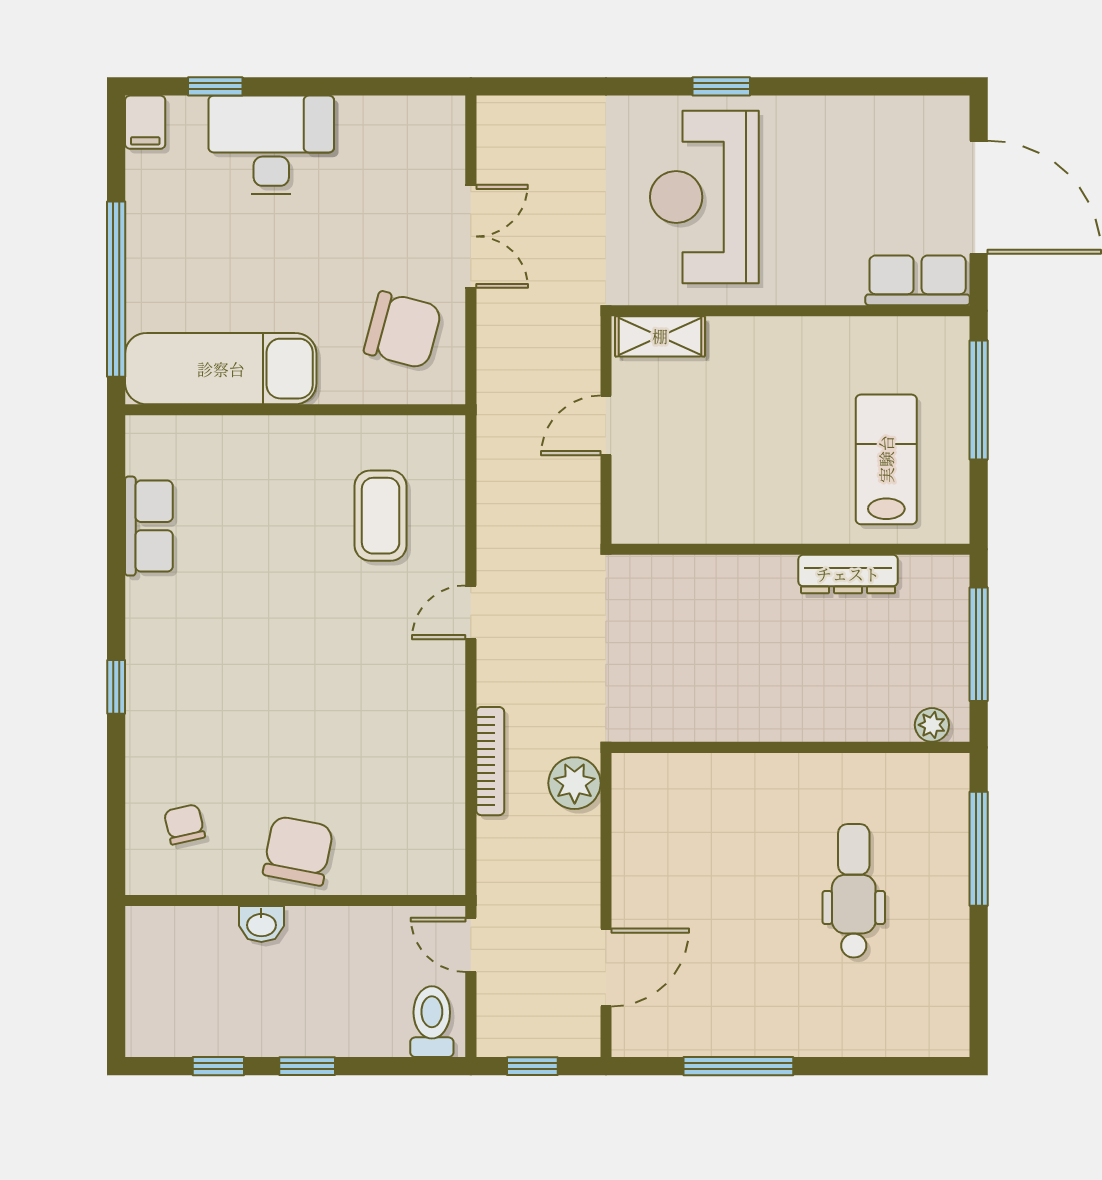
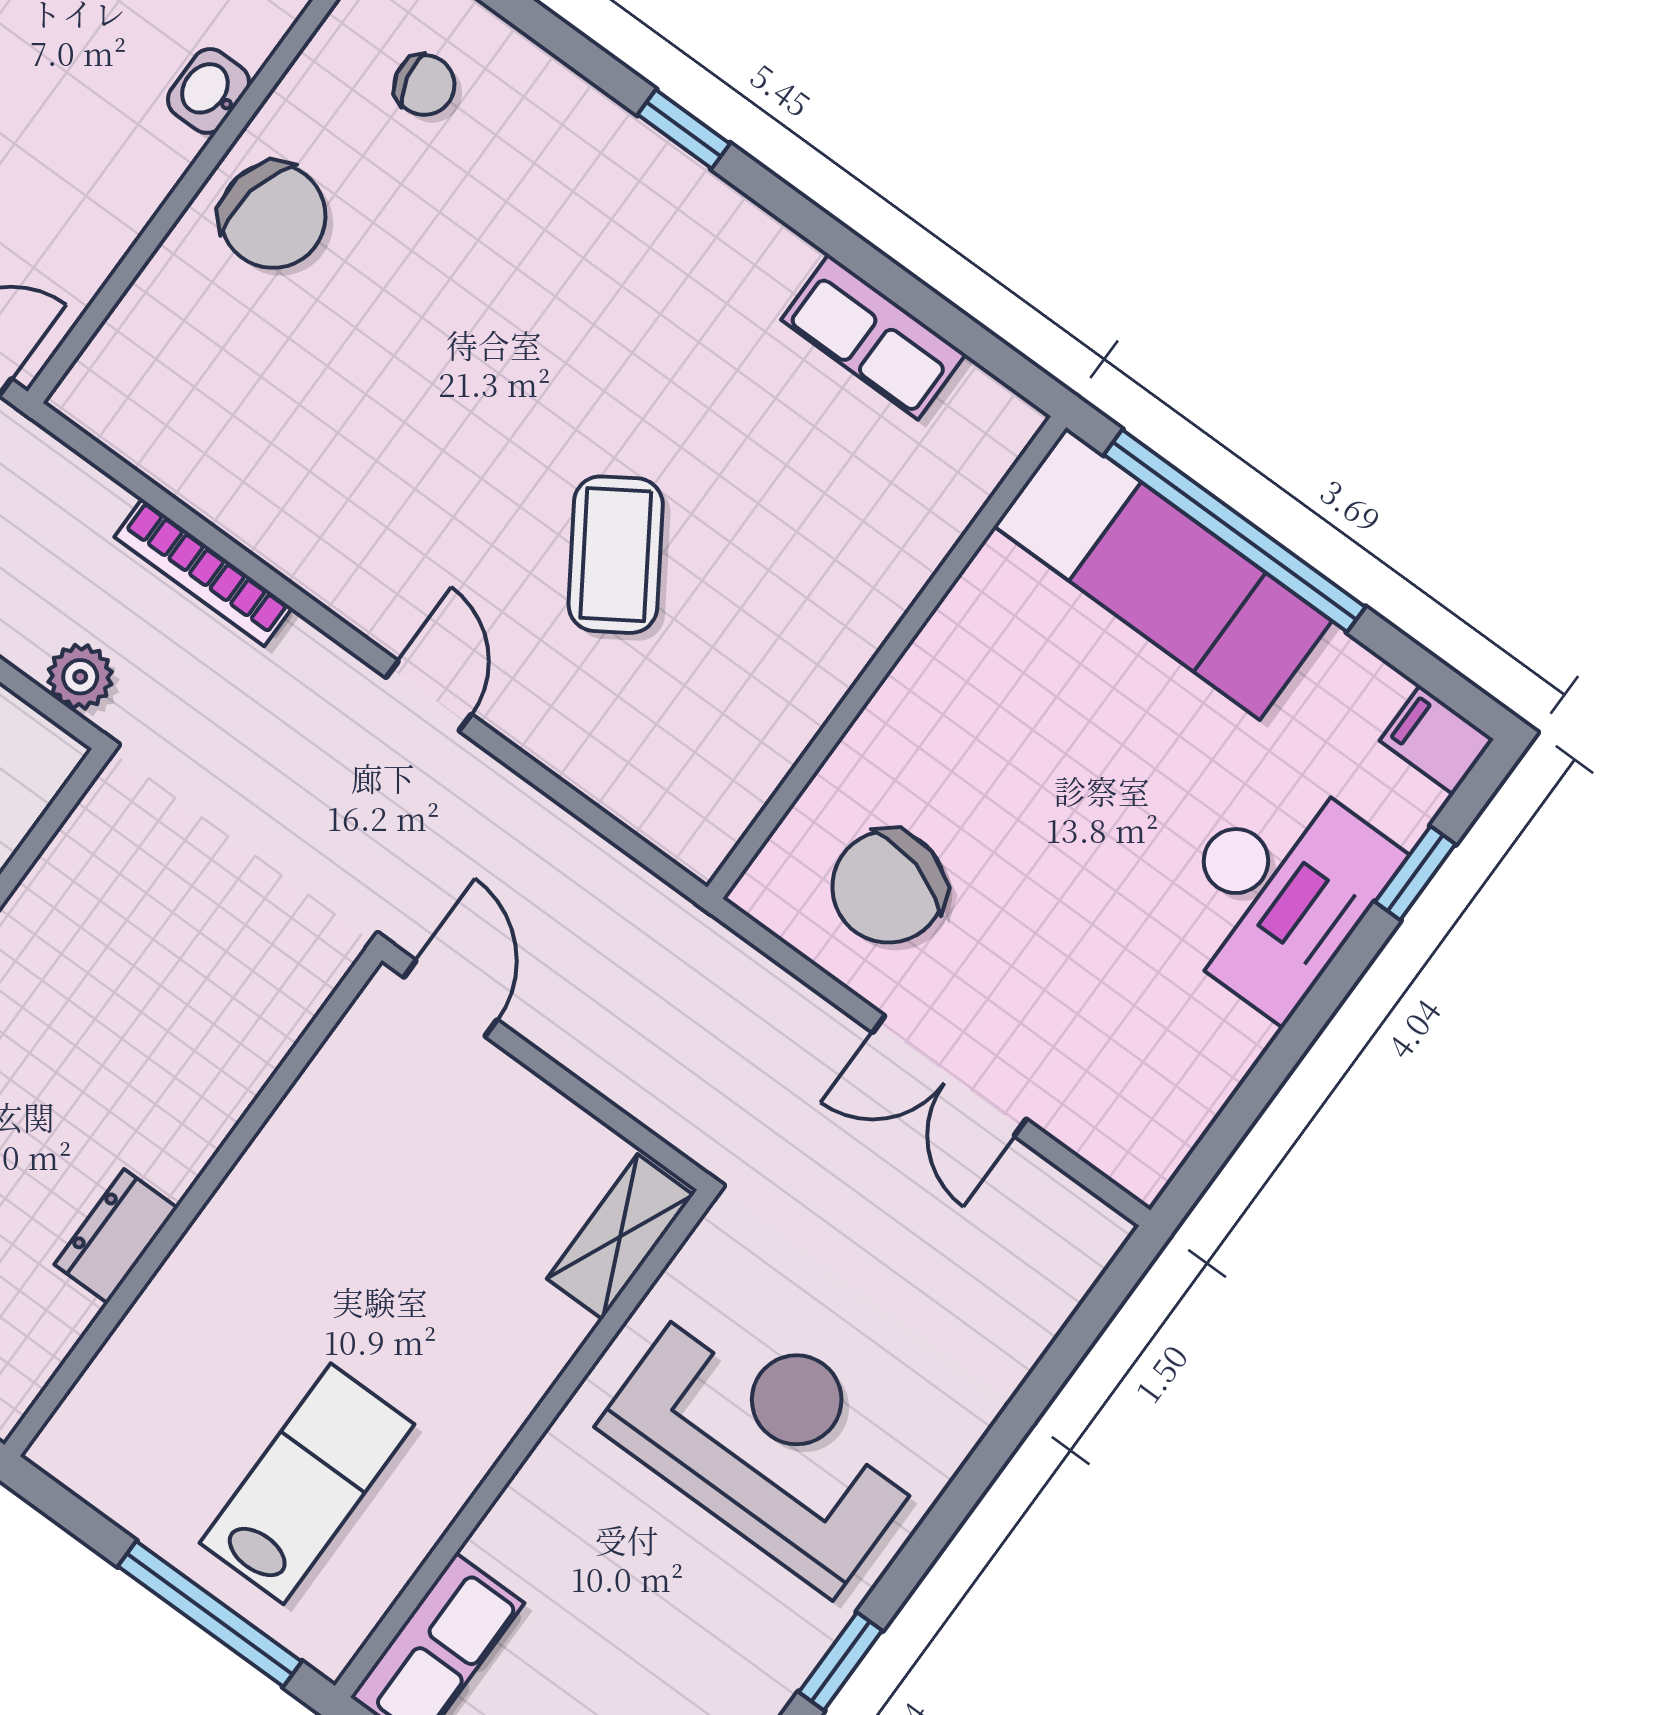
window: (721, 86) -> (841, 1661), moved
exam couch: (221, 369) -> (1164, 574), moved, turned 90
door: (606, 425) -> (451, 998), moved
lab bench: (886, 459) -> (307, 1484), moved, turned -90
coffee table: (381, 516) -> (616, 555), moved, turned 57
dresser: (848, 574) -> (116, 1236), width x0.70
plant: (575, 783) -> (80, 677), width x0.73, depth x0.73

